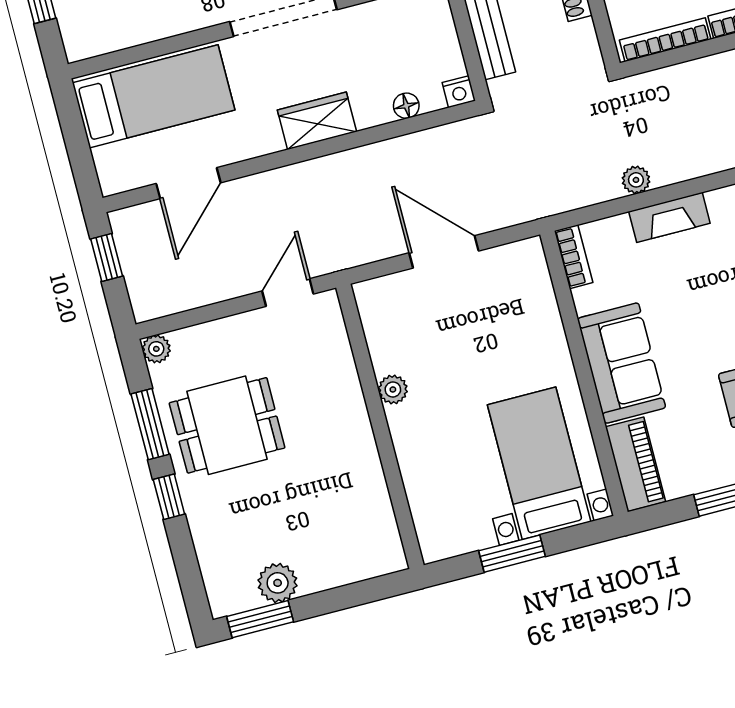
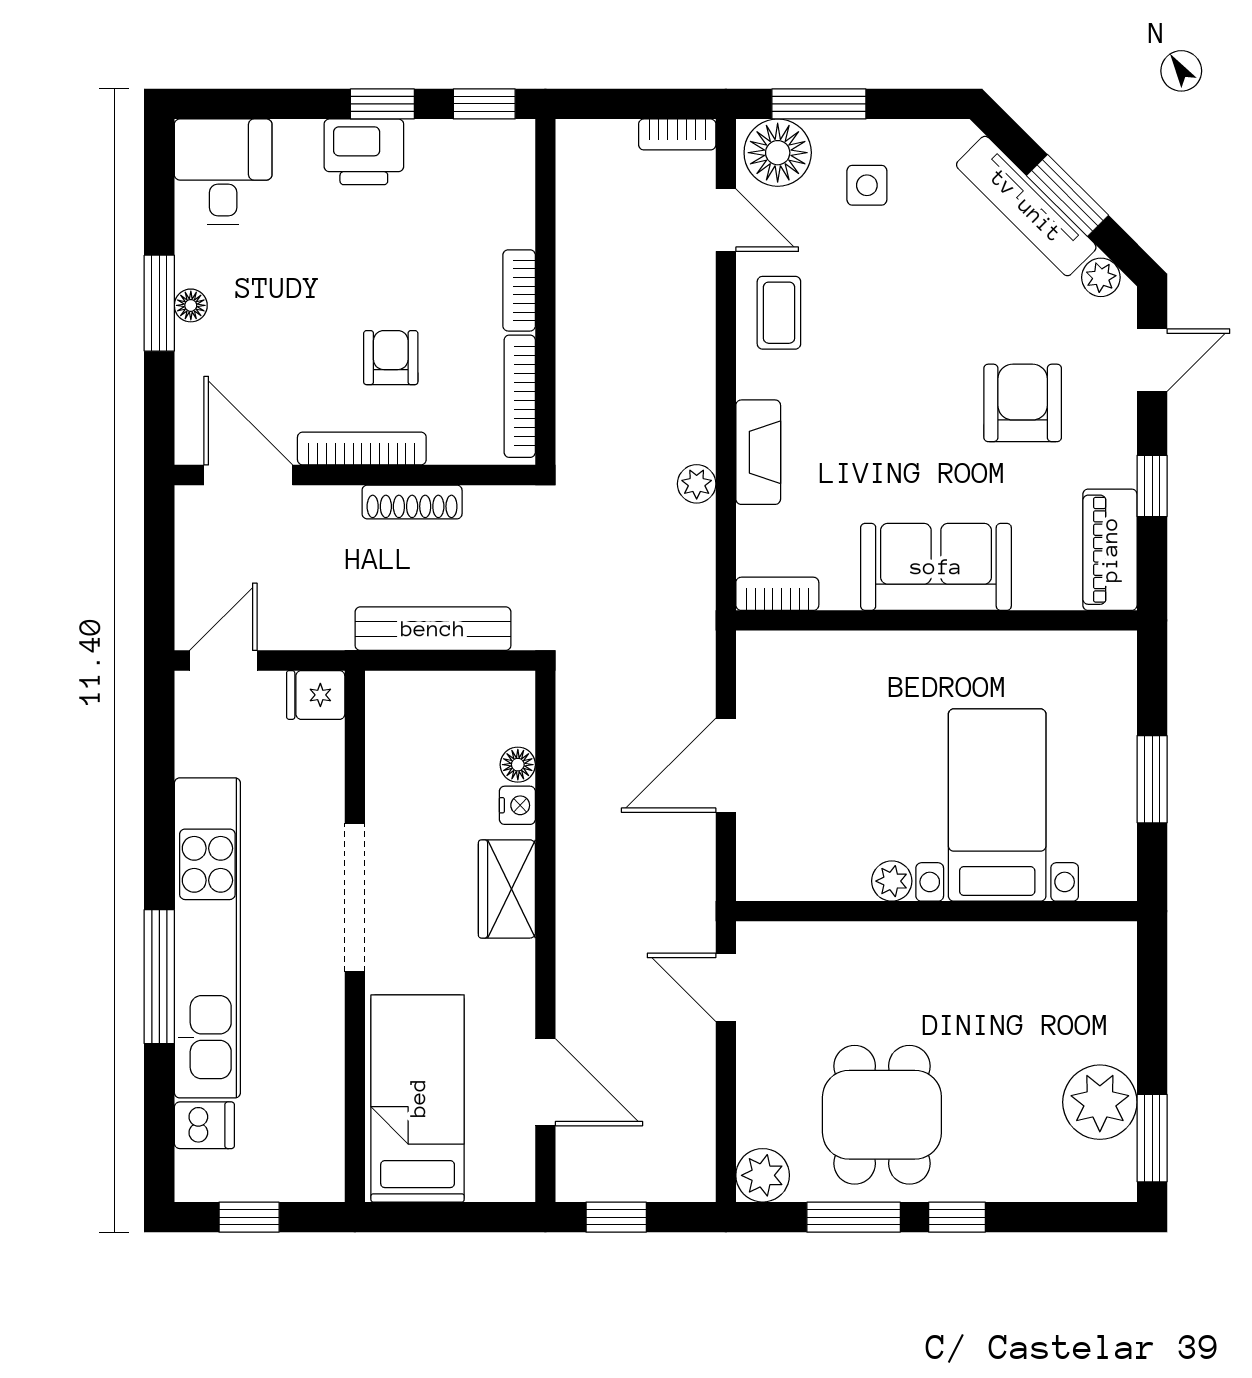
nightstand: (459, 92) -> (517, 805), moved
plant: (156, 349) -> (763, 1175), width x1.38, depth x1.38
bed with nightstands: (539, 463) -> (997, 805), moved, turned 90
piano: (636, 464) -> (1110, 550), moved, turned -90
plant: (278, 583) -> (1100, 1102), width x1.36, depth x1.36

